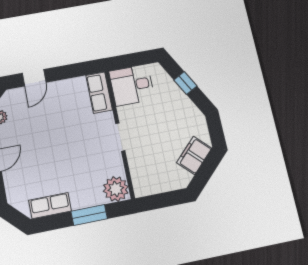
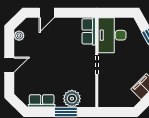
desk: (132, 85) -> (112, 35), width x1.37
plant: (116, 189) -> (72, 99), moved

